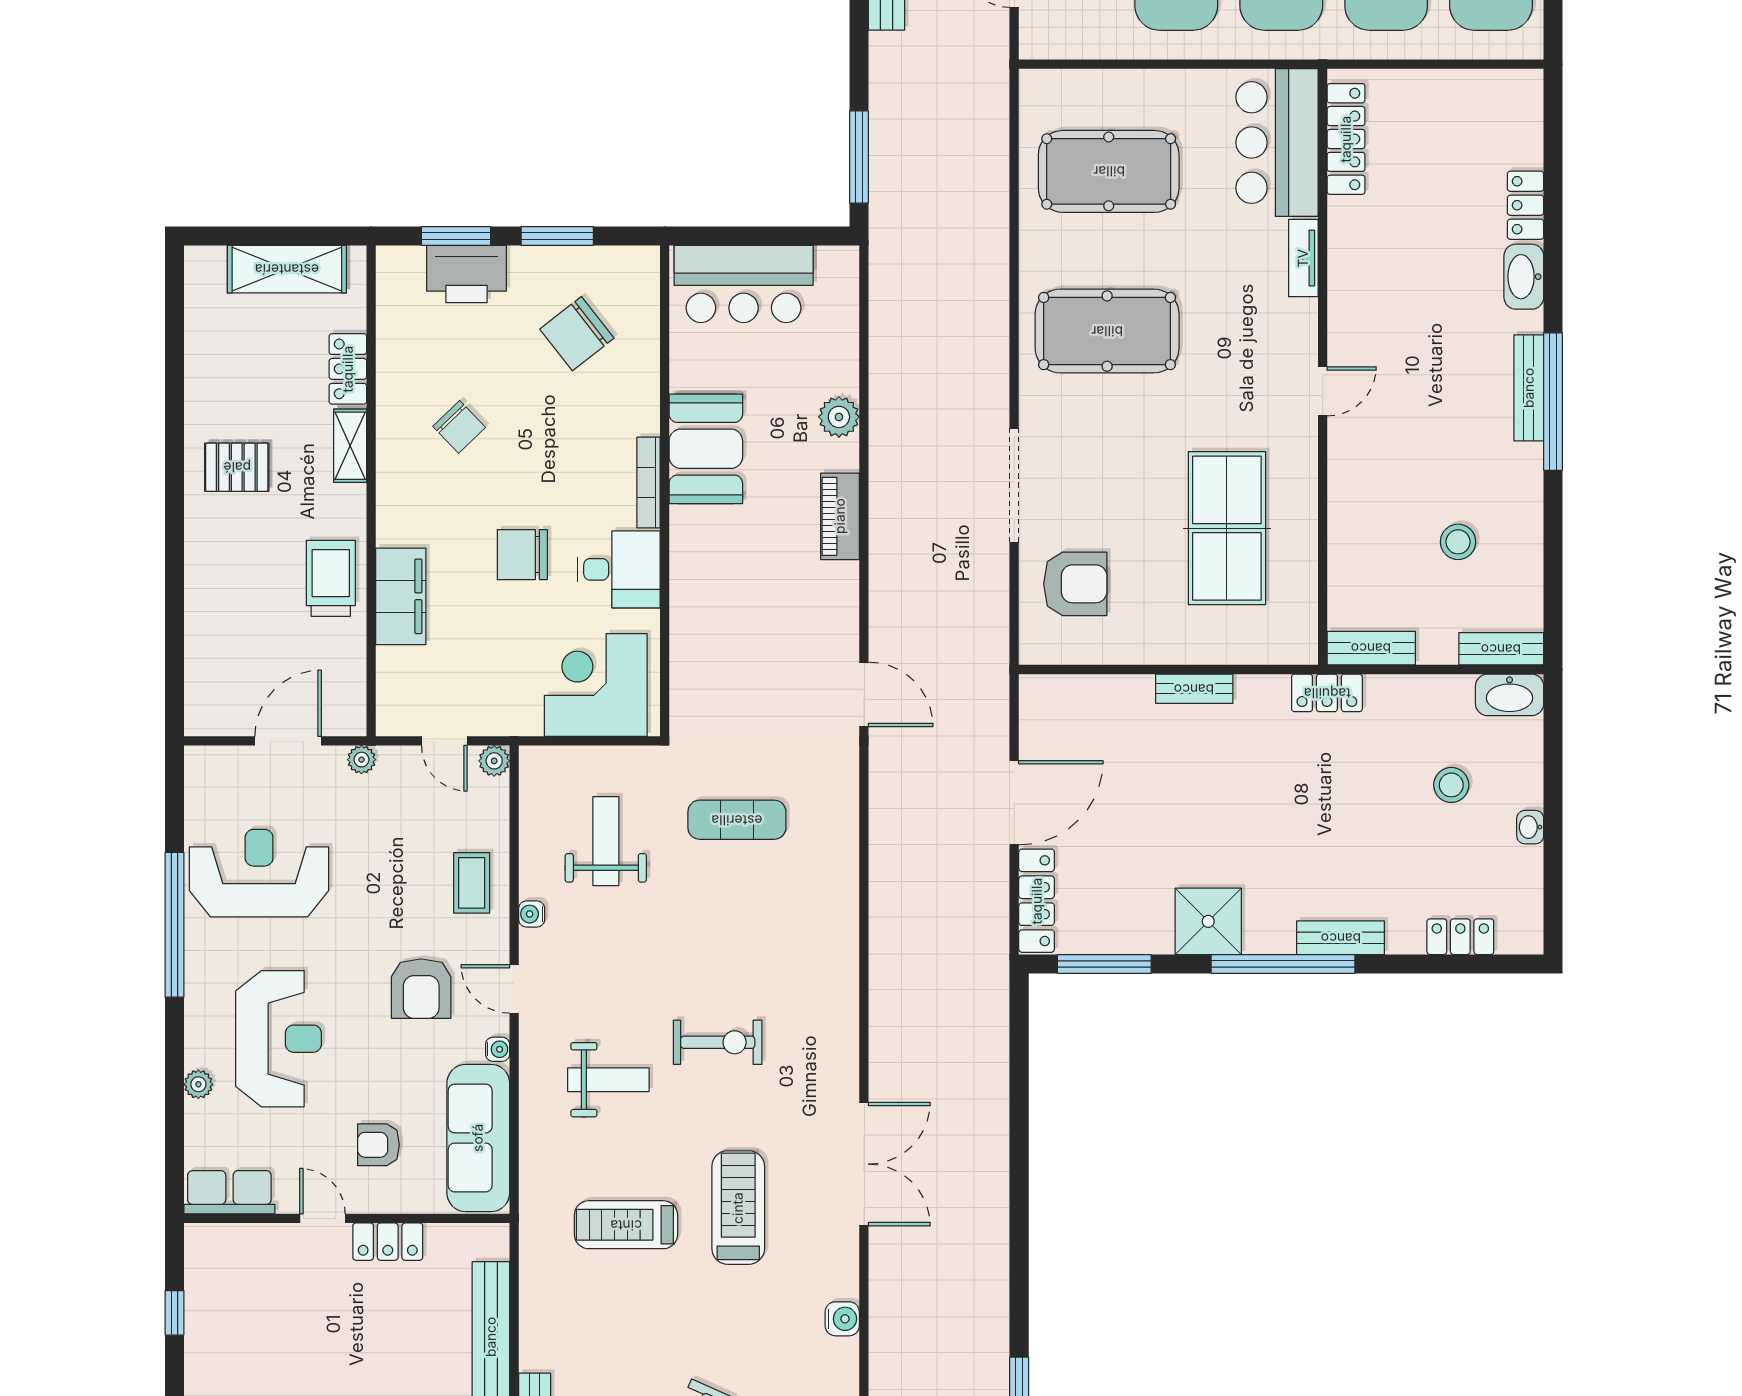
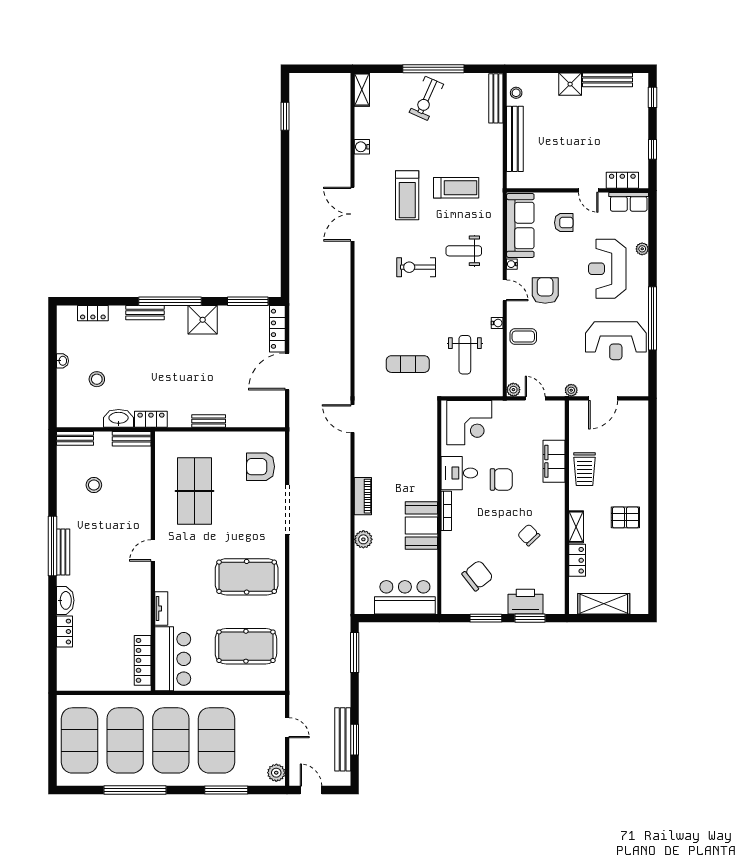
washbasin: (1510, 695) -> (119, 418), moved
coffee table: (472, 883) -> (523, 337), turned 90
locker: (388, 1242) -> (622, 180), moved

